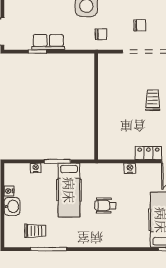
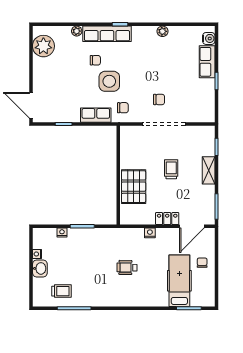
row of seats: (48, 42) -> (96, 115), moved
pallet: (112, 119) -> (134, 187), added
hospital bed: (69, 190) -> (93, 253), removed

